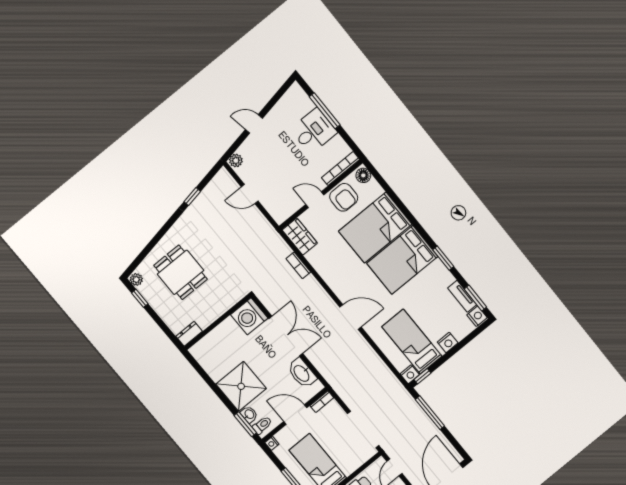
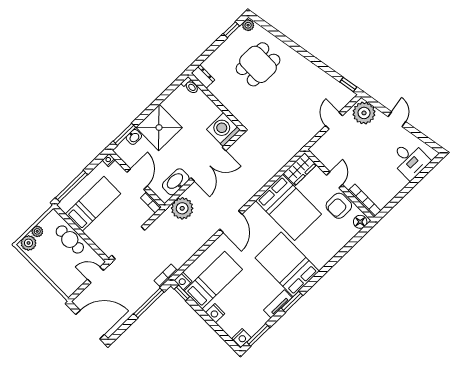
window: (325, 111) -> (415, 182), removed
desk: (314, 131) -> (410, 160), moved
plant: (236, 161) -> (364, 113), width x1.87, depth x1.87
window: (192, 197) -> (348, 85), moved
bed: (375, 228) -> (288, 207), moved, turned 180
bookcase: (298, 265) -> (166, 276), moved
tv unit: (462, 296) -> (278, 304), moved
plant: (331, 369) -> (182, 208), added
toilet: (262, 425) -> (190, 86), moved

